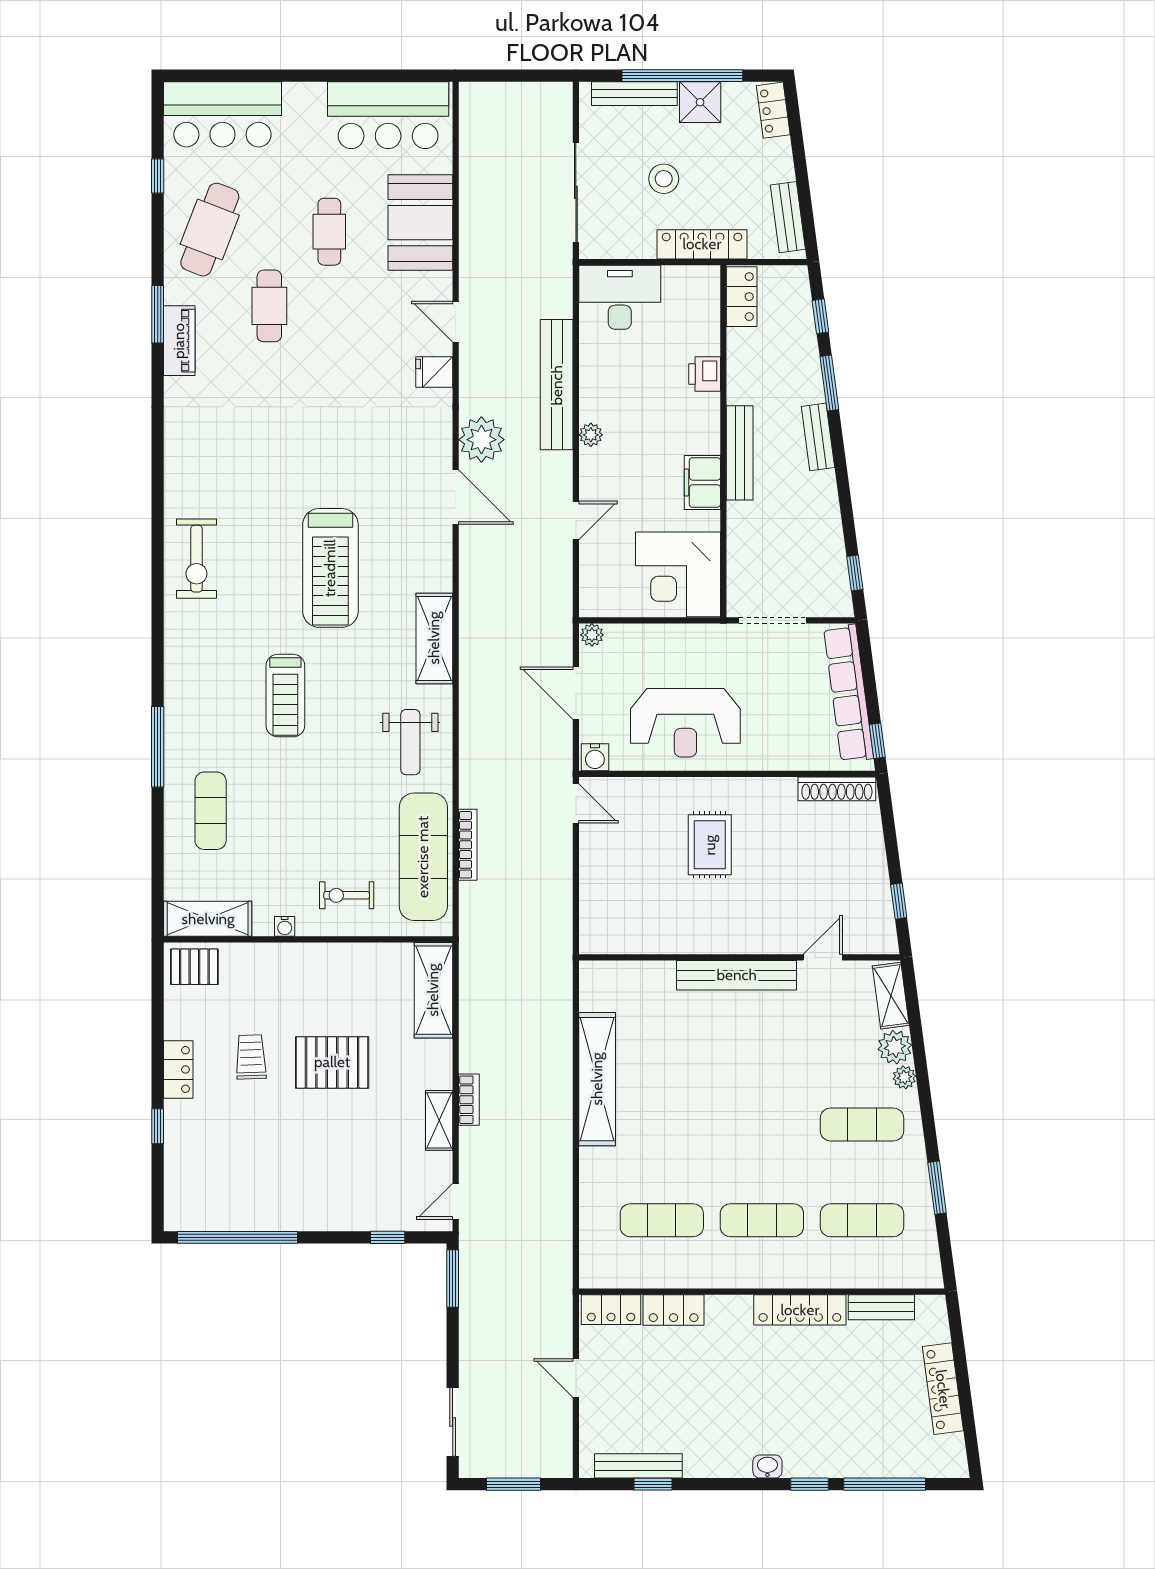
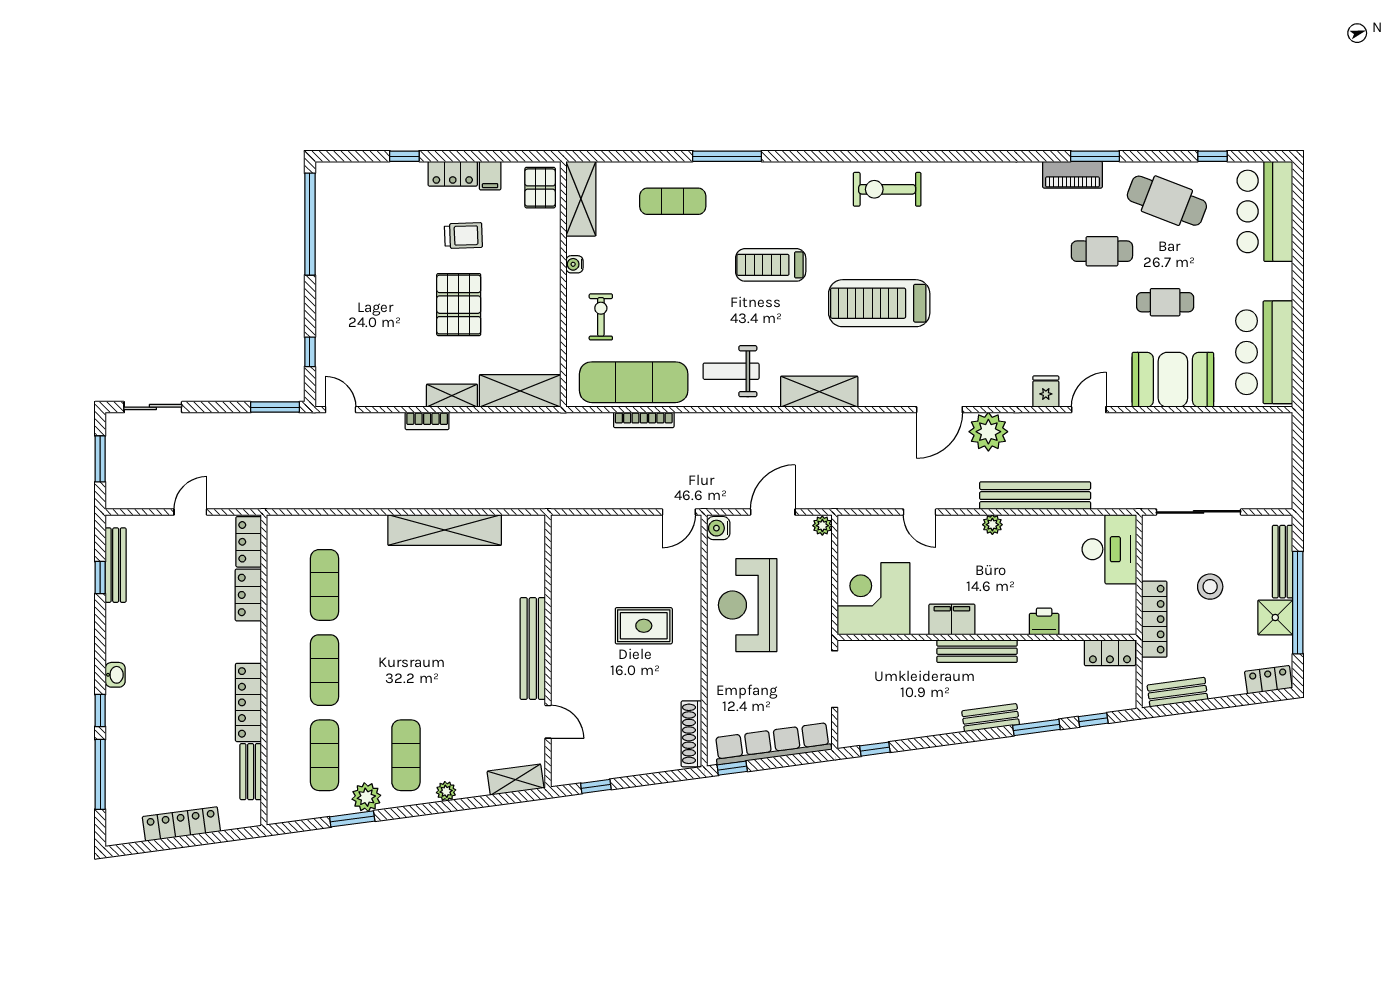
filing cabinet: (180, 1026) -> (490, 176), added
plant: (895, 1047) -> (366, 797), moved
shelving: (439, 1120) -> (452, 396), moved

